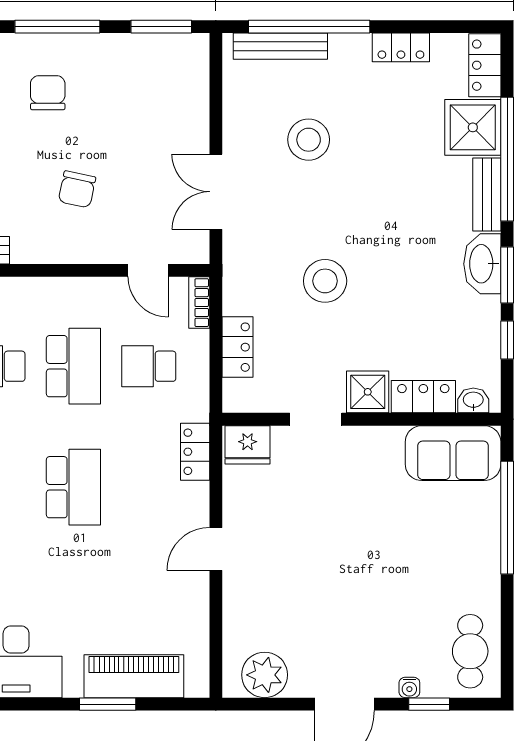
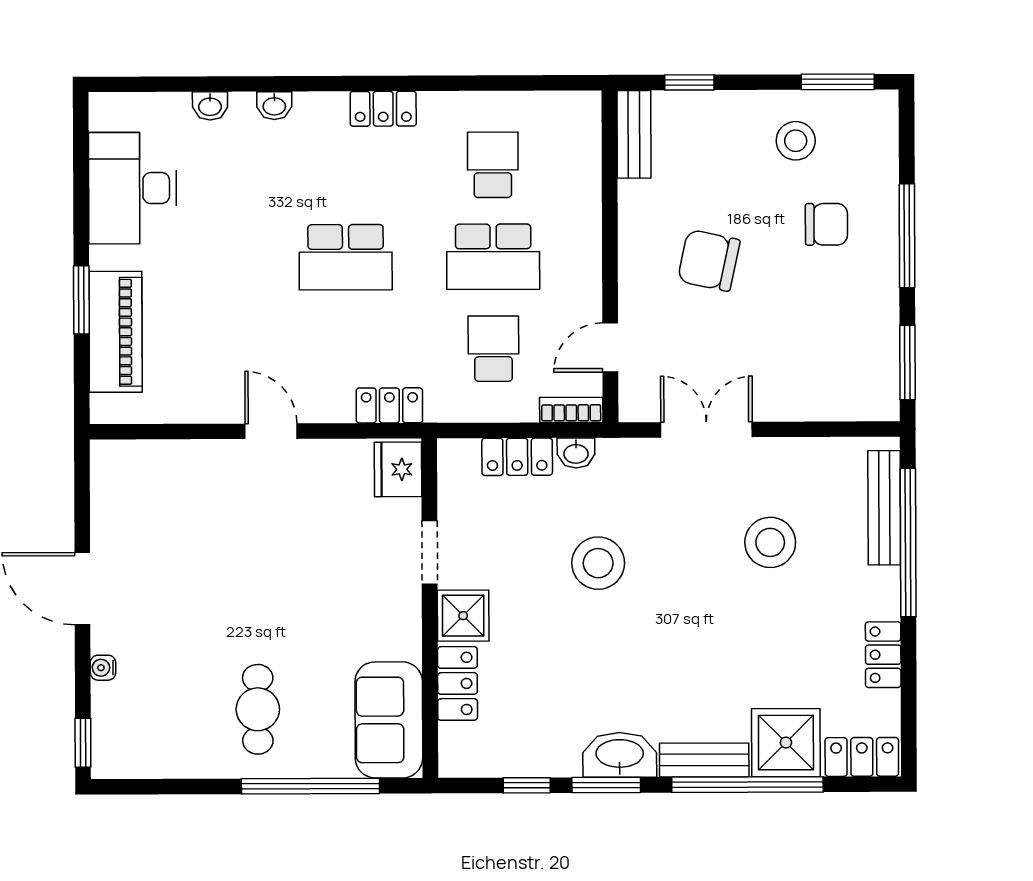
chair: (77, 189) -> (709, 260), width x1.37, depth x1.37
washbasin: (473, 400) -> (576, 453), moved, turned 90
cafe table: (470, 651) -> (258, 709), moved, turned 90
plant: (265, 675) -> (118, 491), removed
window: (429, 704) -> (83, 743), moved

